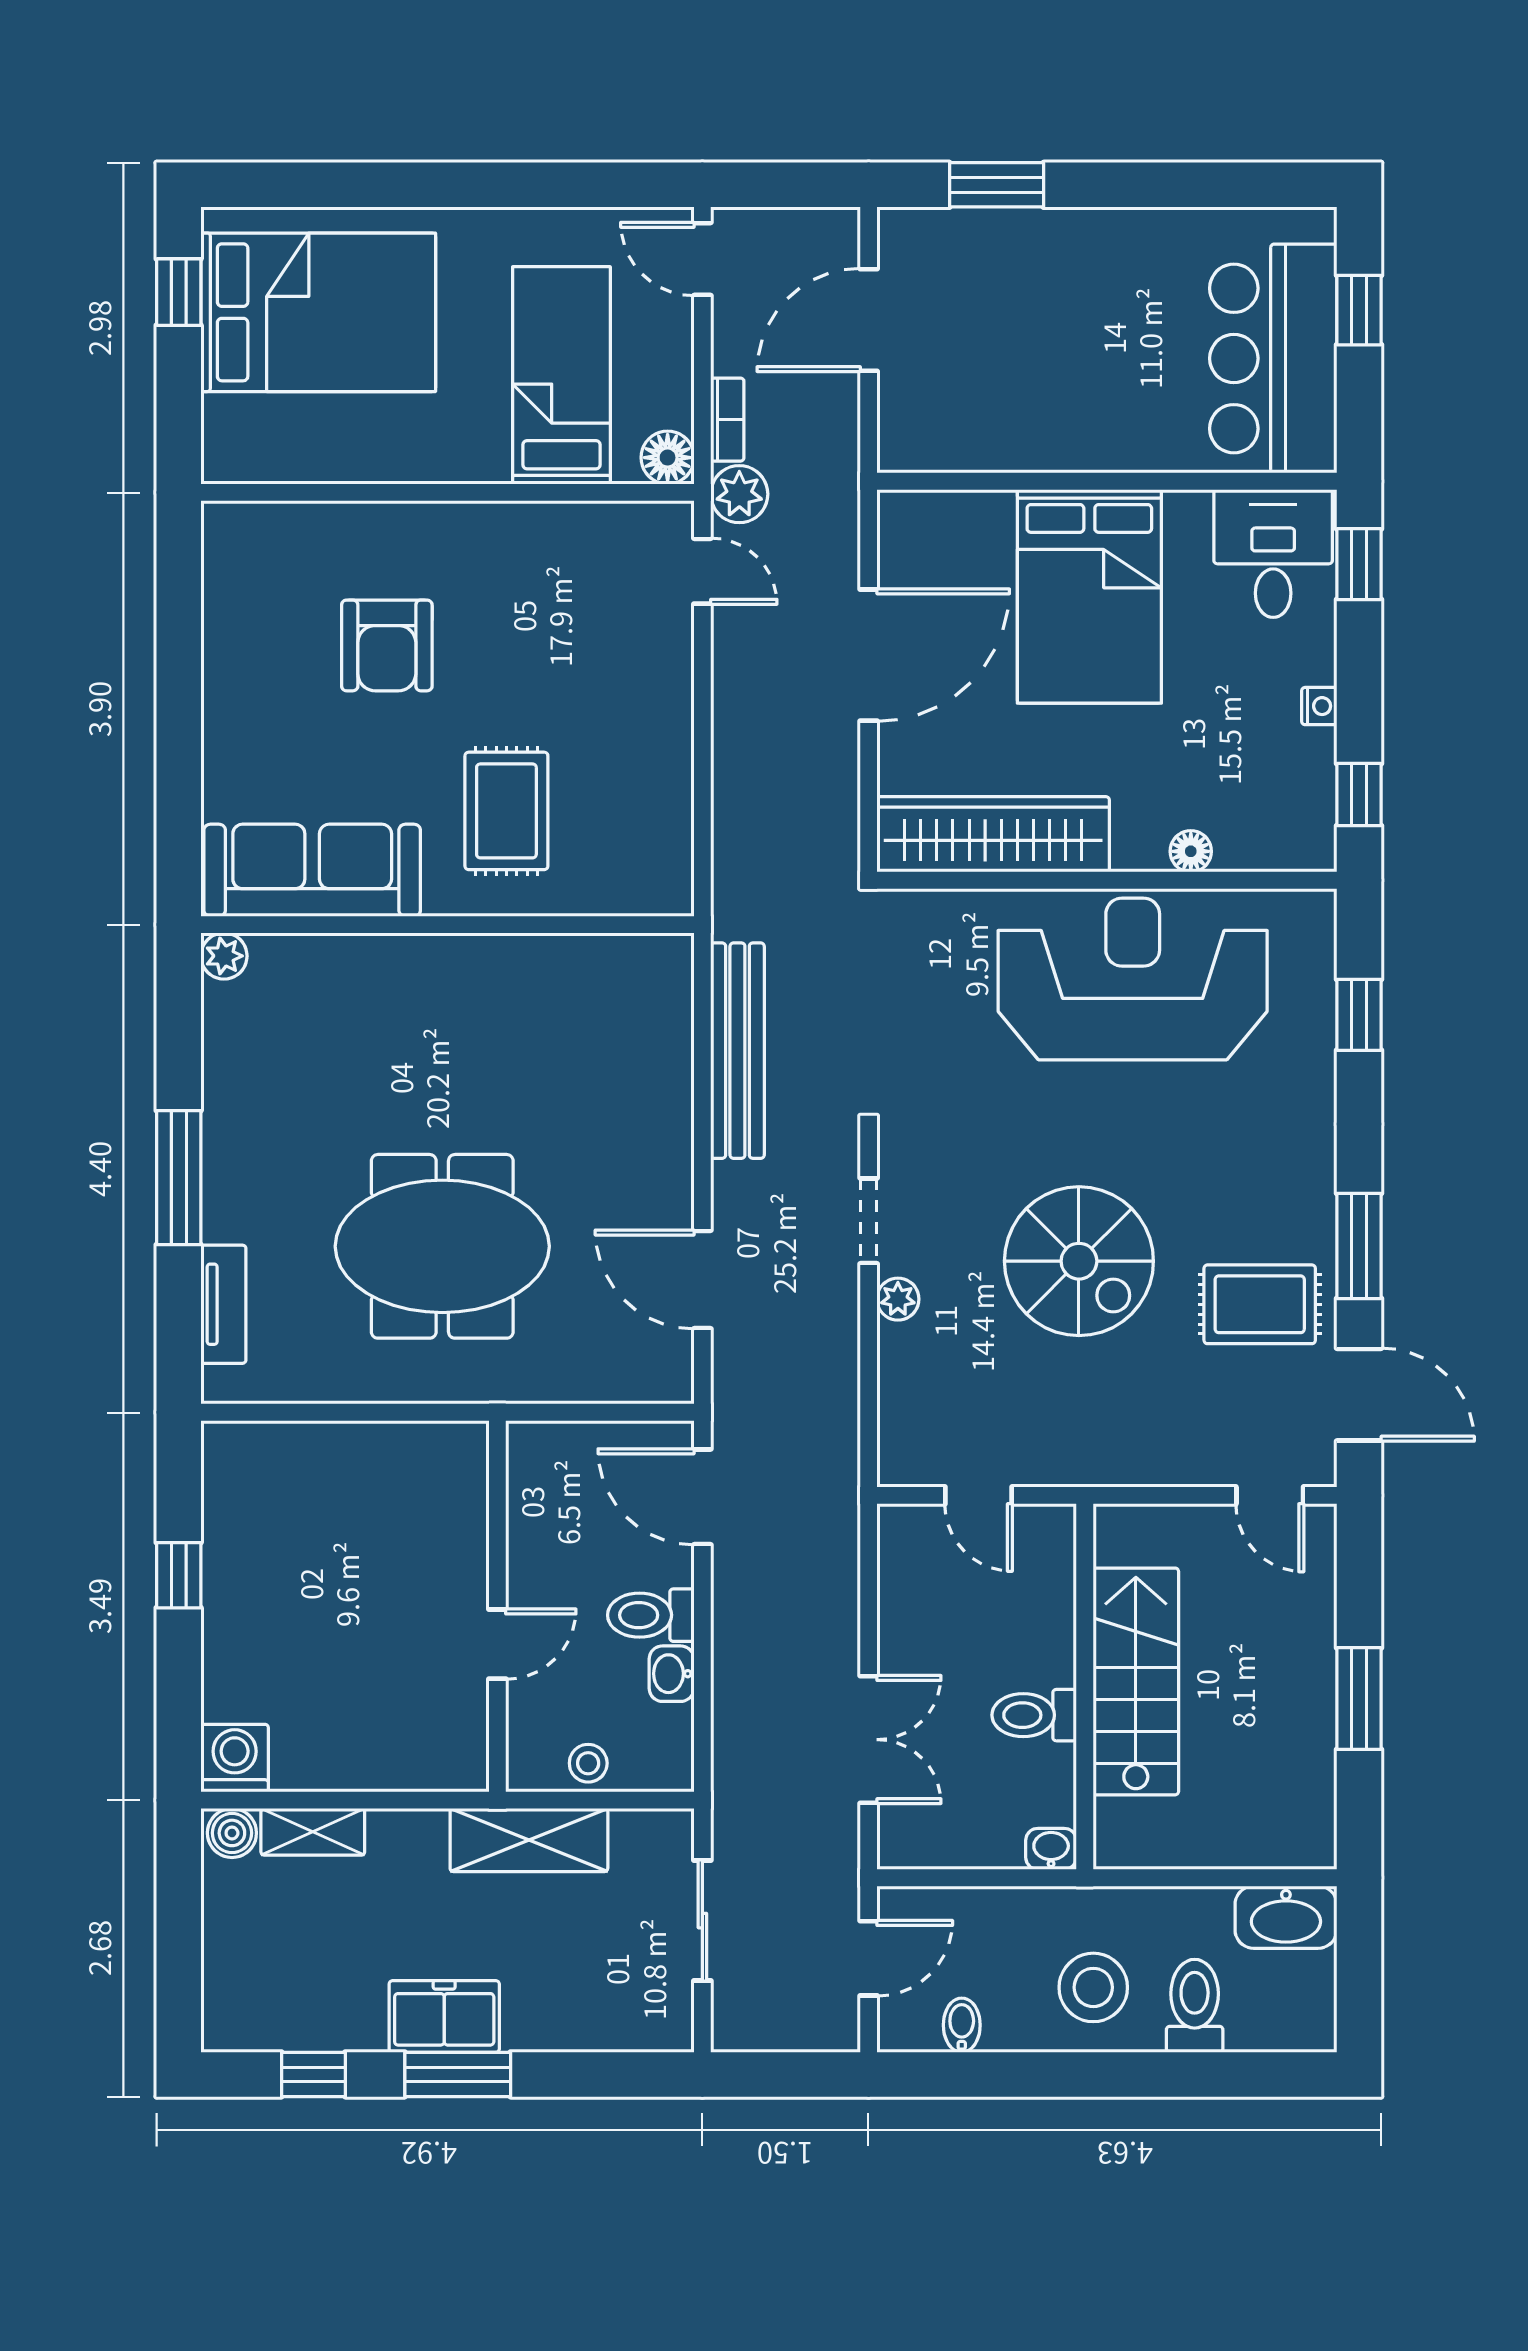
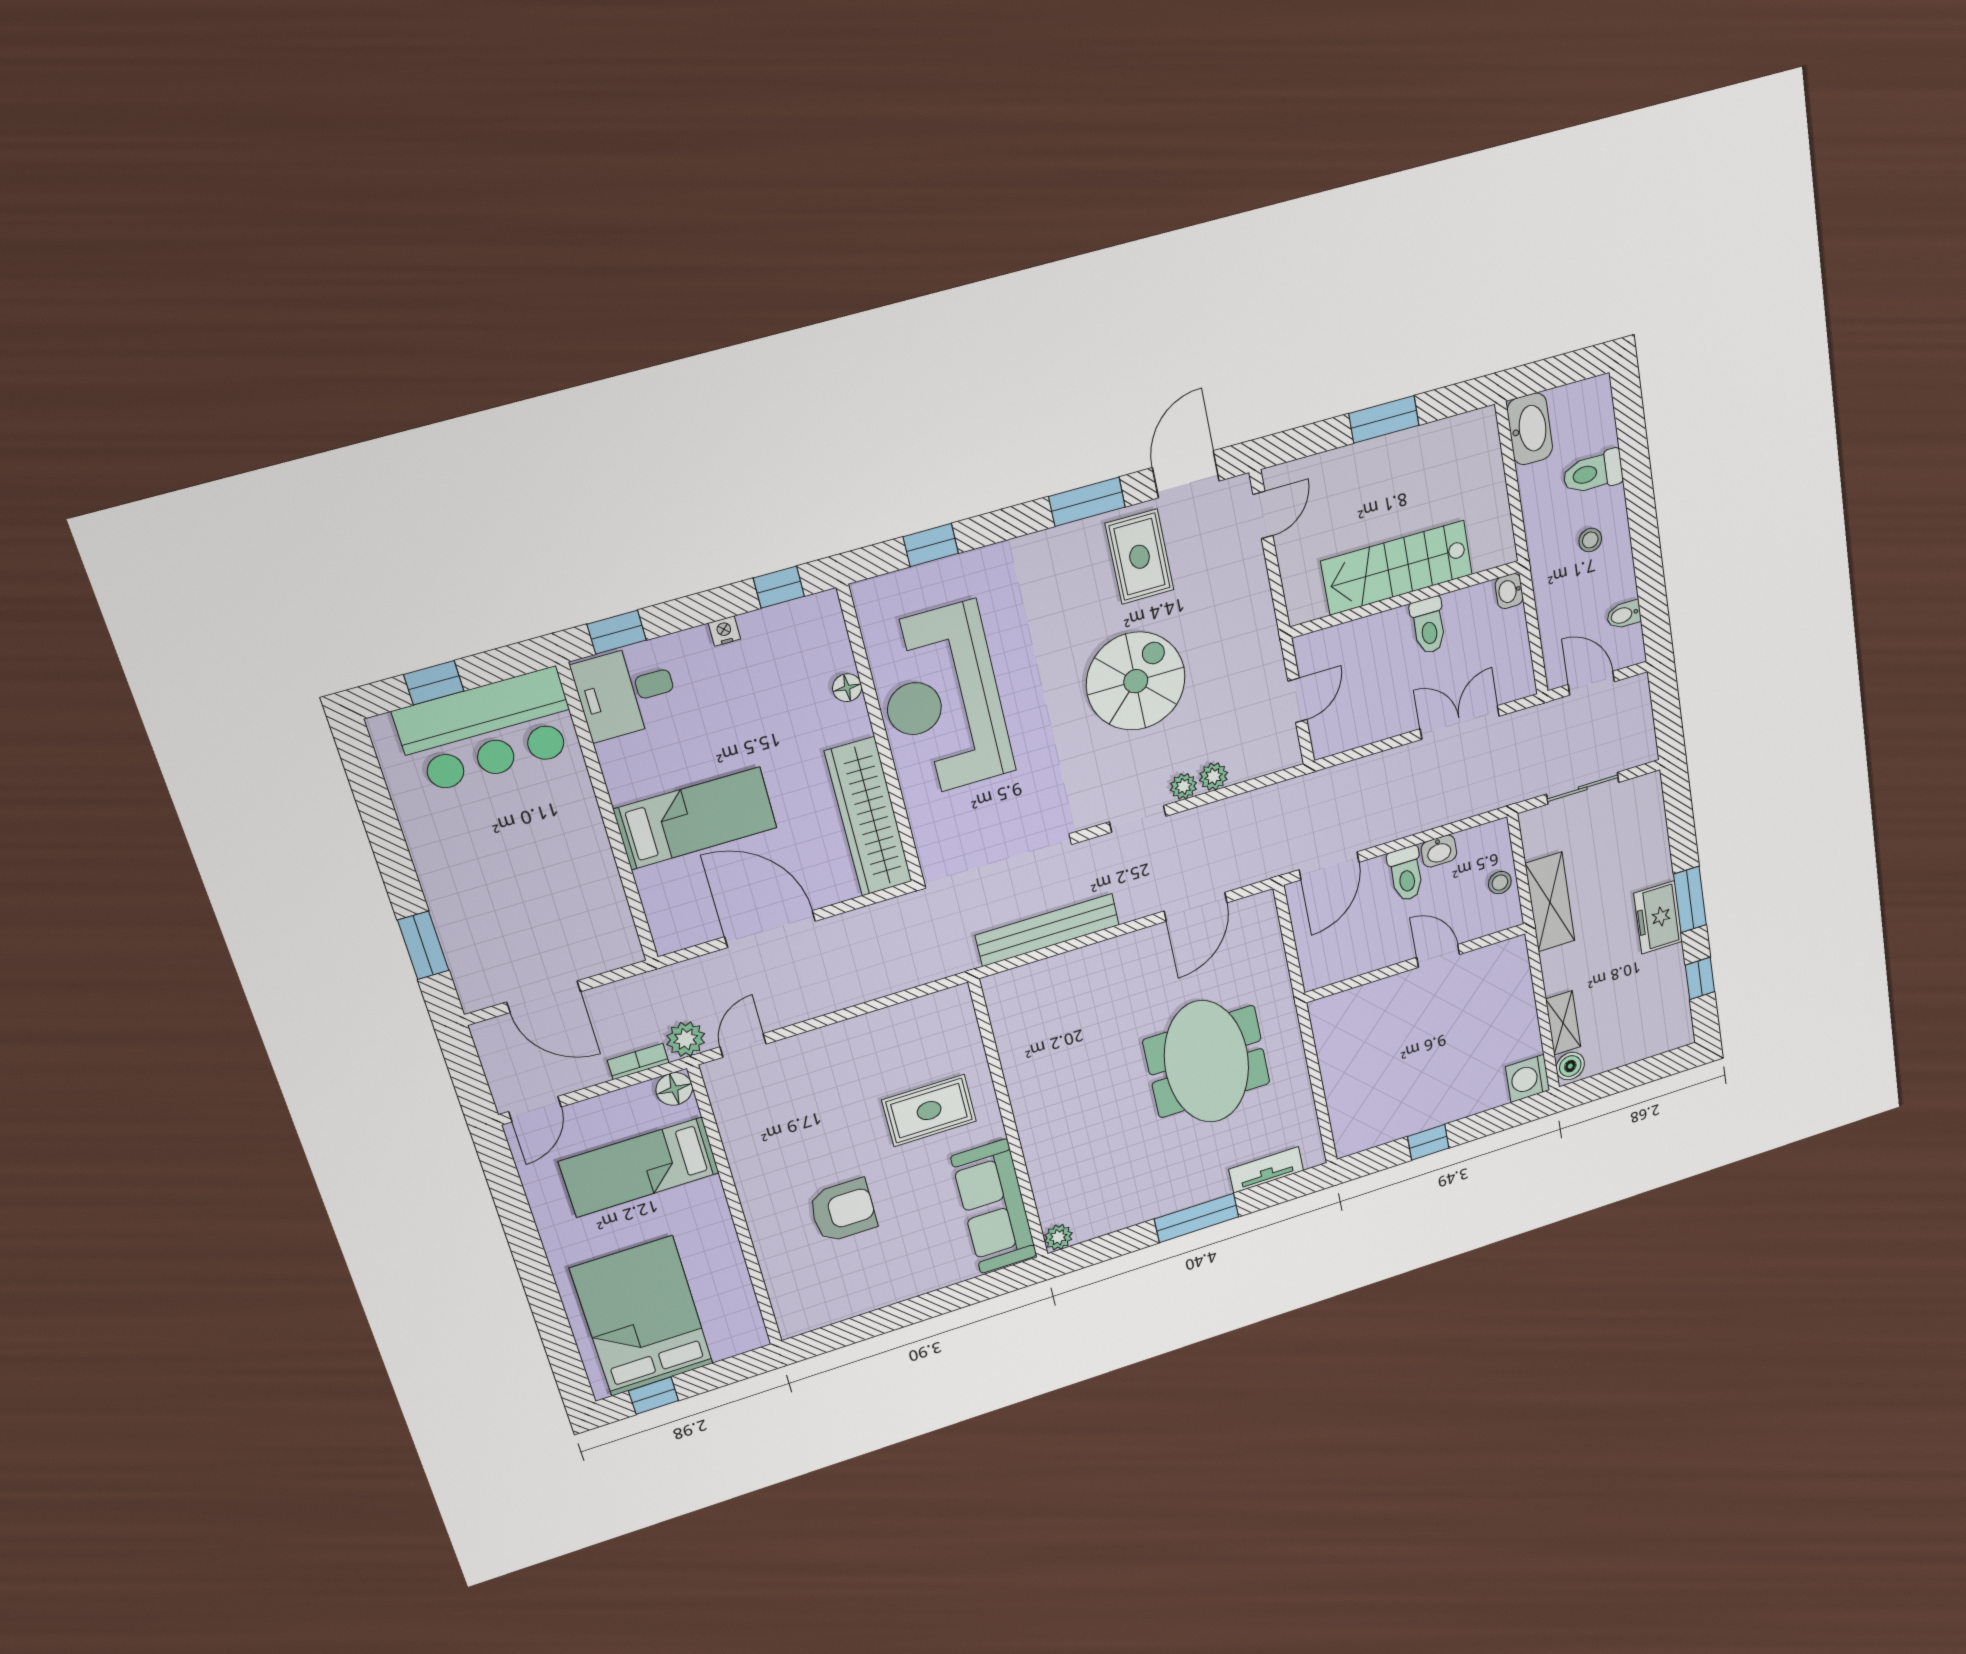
bed: (1089, 596) -> (695, 818), width x0.67
plant: (899, 1347) -> (1213, 776), added
stool: (1093, 1987) -> (1590, 540), width x0.53, depth x0.53

